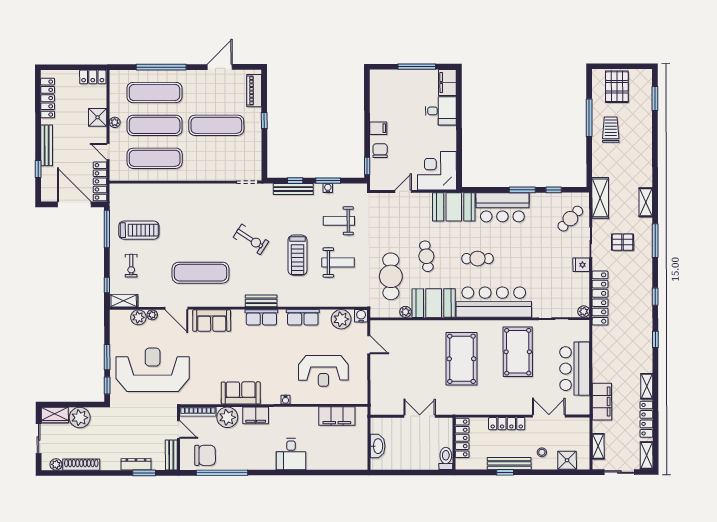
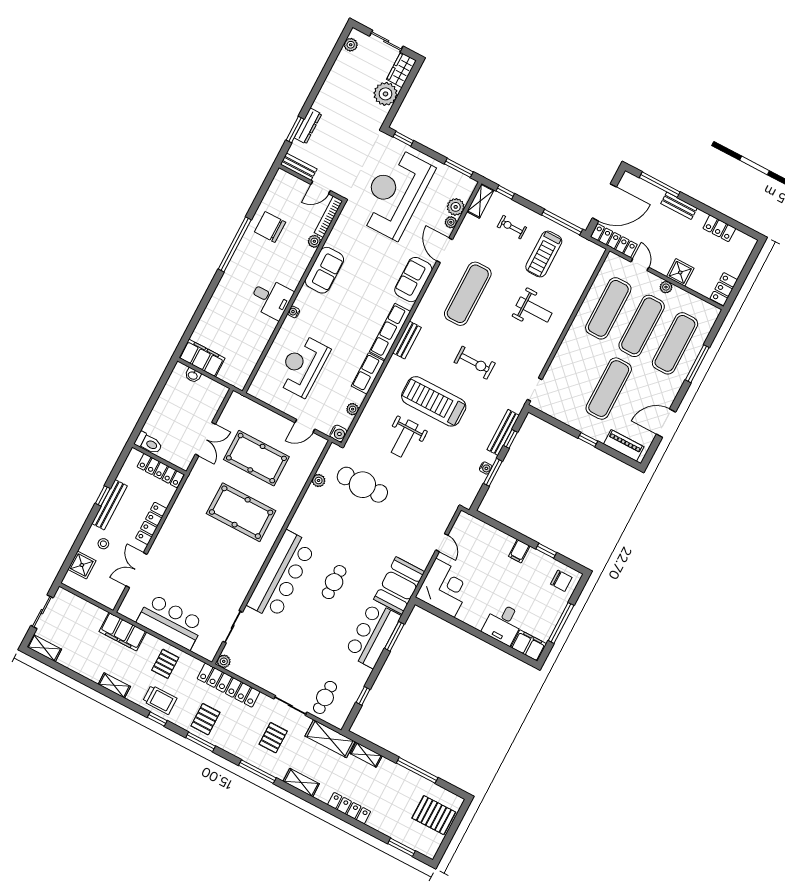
window: (161, 67) -> (697, 364), width x0.68
door: (220, 67) -> (666, 423), swing flipped
locker: (48, 98) -> (719, 228), width x0.66
trolley: (611, 130) -> (160, 700), moved
bench: (47, 145) -> (679, 206), width x0.73
chair: (380, 151) -> (561, 581), moved
door: (108, 152) -> (640, 265), hinge flipped
window: (367, 166) -> (546, 551), moved
window: (38, 169) -> (660, 185), width x2.17
window: (522, 190) -> (394, 636), moved
cafe table: (570, 219) -> (325, 697), turned 46
weight bench: (339, 221) -> (534, 309), moved, turned 90
exercise bike: (251, 239) -> (475, 363), turned -123
treadmill: (298, 255) -> (434, 401), width x1.37, depth x1.38
cafe table: (426, 256) -> (364, 531), removed
fridge: (581, 265) -> (272, 684), removed
window: (655, 297) -> (201, 742), width x1.50
pallet: (636, 302) -> (205, 719), added
booth: (434, 303) -> (312, 514), removed
door: (176, 308) -> (445, 250), hinge flipped
row of seats: (261, 317) -> (390, 332), width x1.48
plant: (341, 319) -> (353, 409), width x0.53, depth x0.53
pool table: (518, 352) -> (256, 458), moved
pallet: (609, 356) -> (165, 664), added
window: (107, 357) -> (459, 168), moved
reception desk: (153, 370) -> (395, 193), turned 180
filing cabinet: (256, 415) -> (294, 273), removed
filing cabinet: (337, 416) -> (202, 358), moved, turned 90
double door: (549, 416) -> (136, 570), swing flipped
plant: (227, 417) -> (314, 241), width x0.53, depth x0.53
locker: (646, 419) -> (349, 808), moved
washbasin: (378, 446) -> (193, 375), width x0.52, depth x0.69
shelving: (598, 446) -> (366, 755), moved
desk: (291, 454) -> (271, 298), moved, turned 180
chair: (205, 455) -> (270, 227), moved, turned 90
shoe rack: (81, 465) -> (337, 70), removed
window: (222, 473) -> (235, 244), moved

